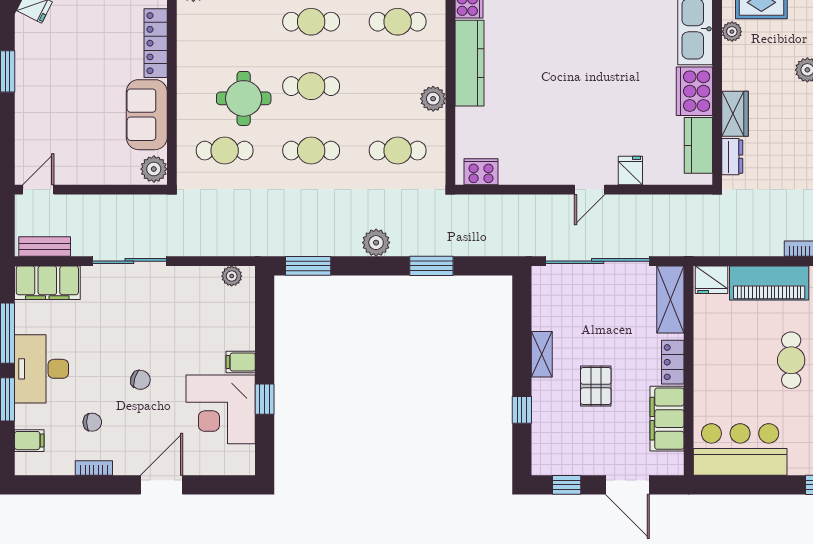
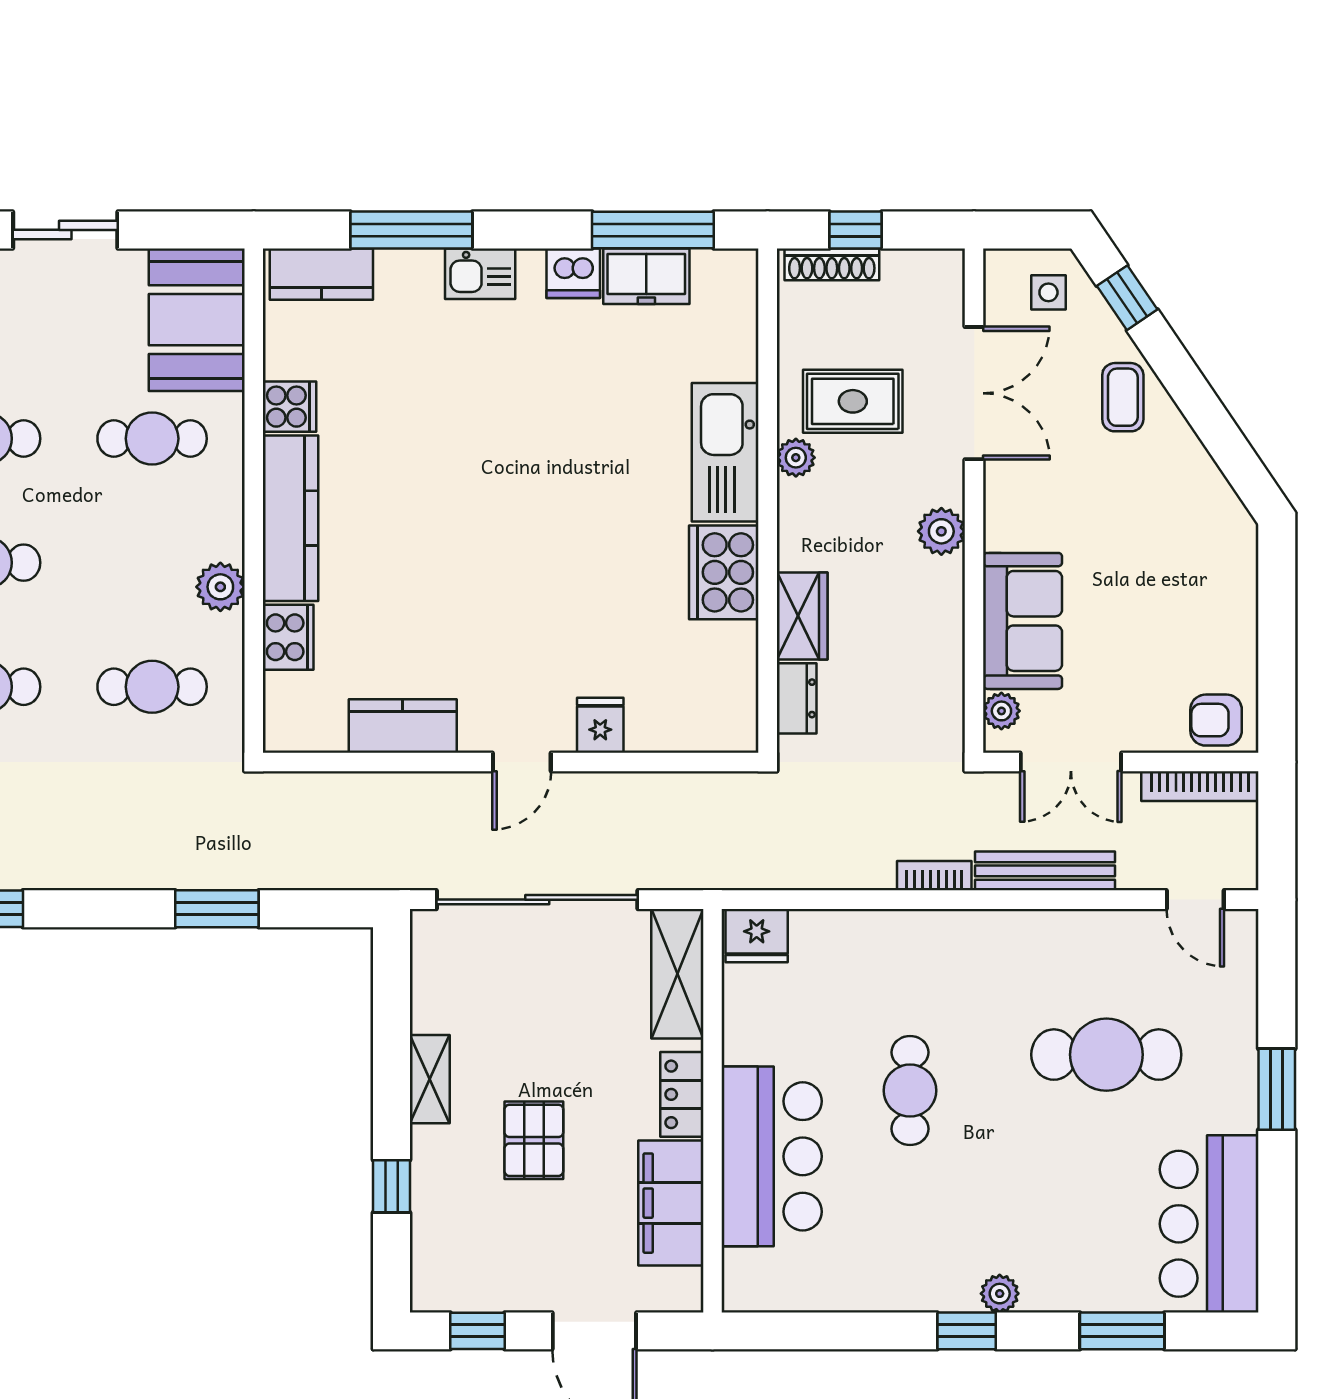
kitchen counter: (698, 145) -> (403, 726), moved, turned 90
cooker: (481, 172) -> (288, 637), moved, turned 90
plant: (376, 243) -> (110, 864), removed
piano: (769, 283) -> (868, 942), removed
bar counter: (740, 449) -> (772, 1156), moved, turned 90

